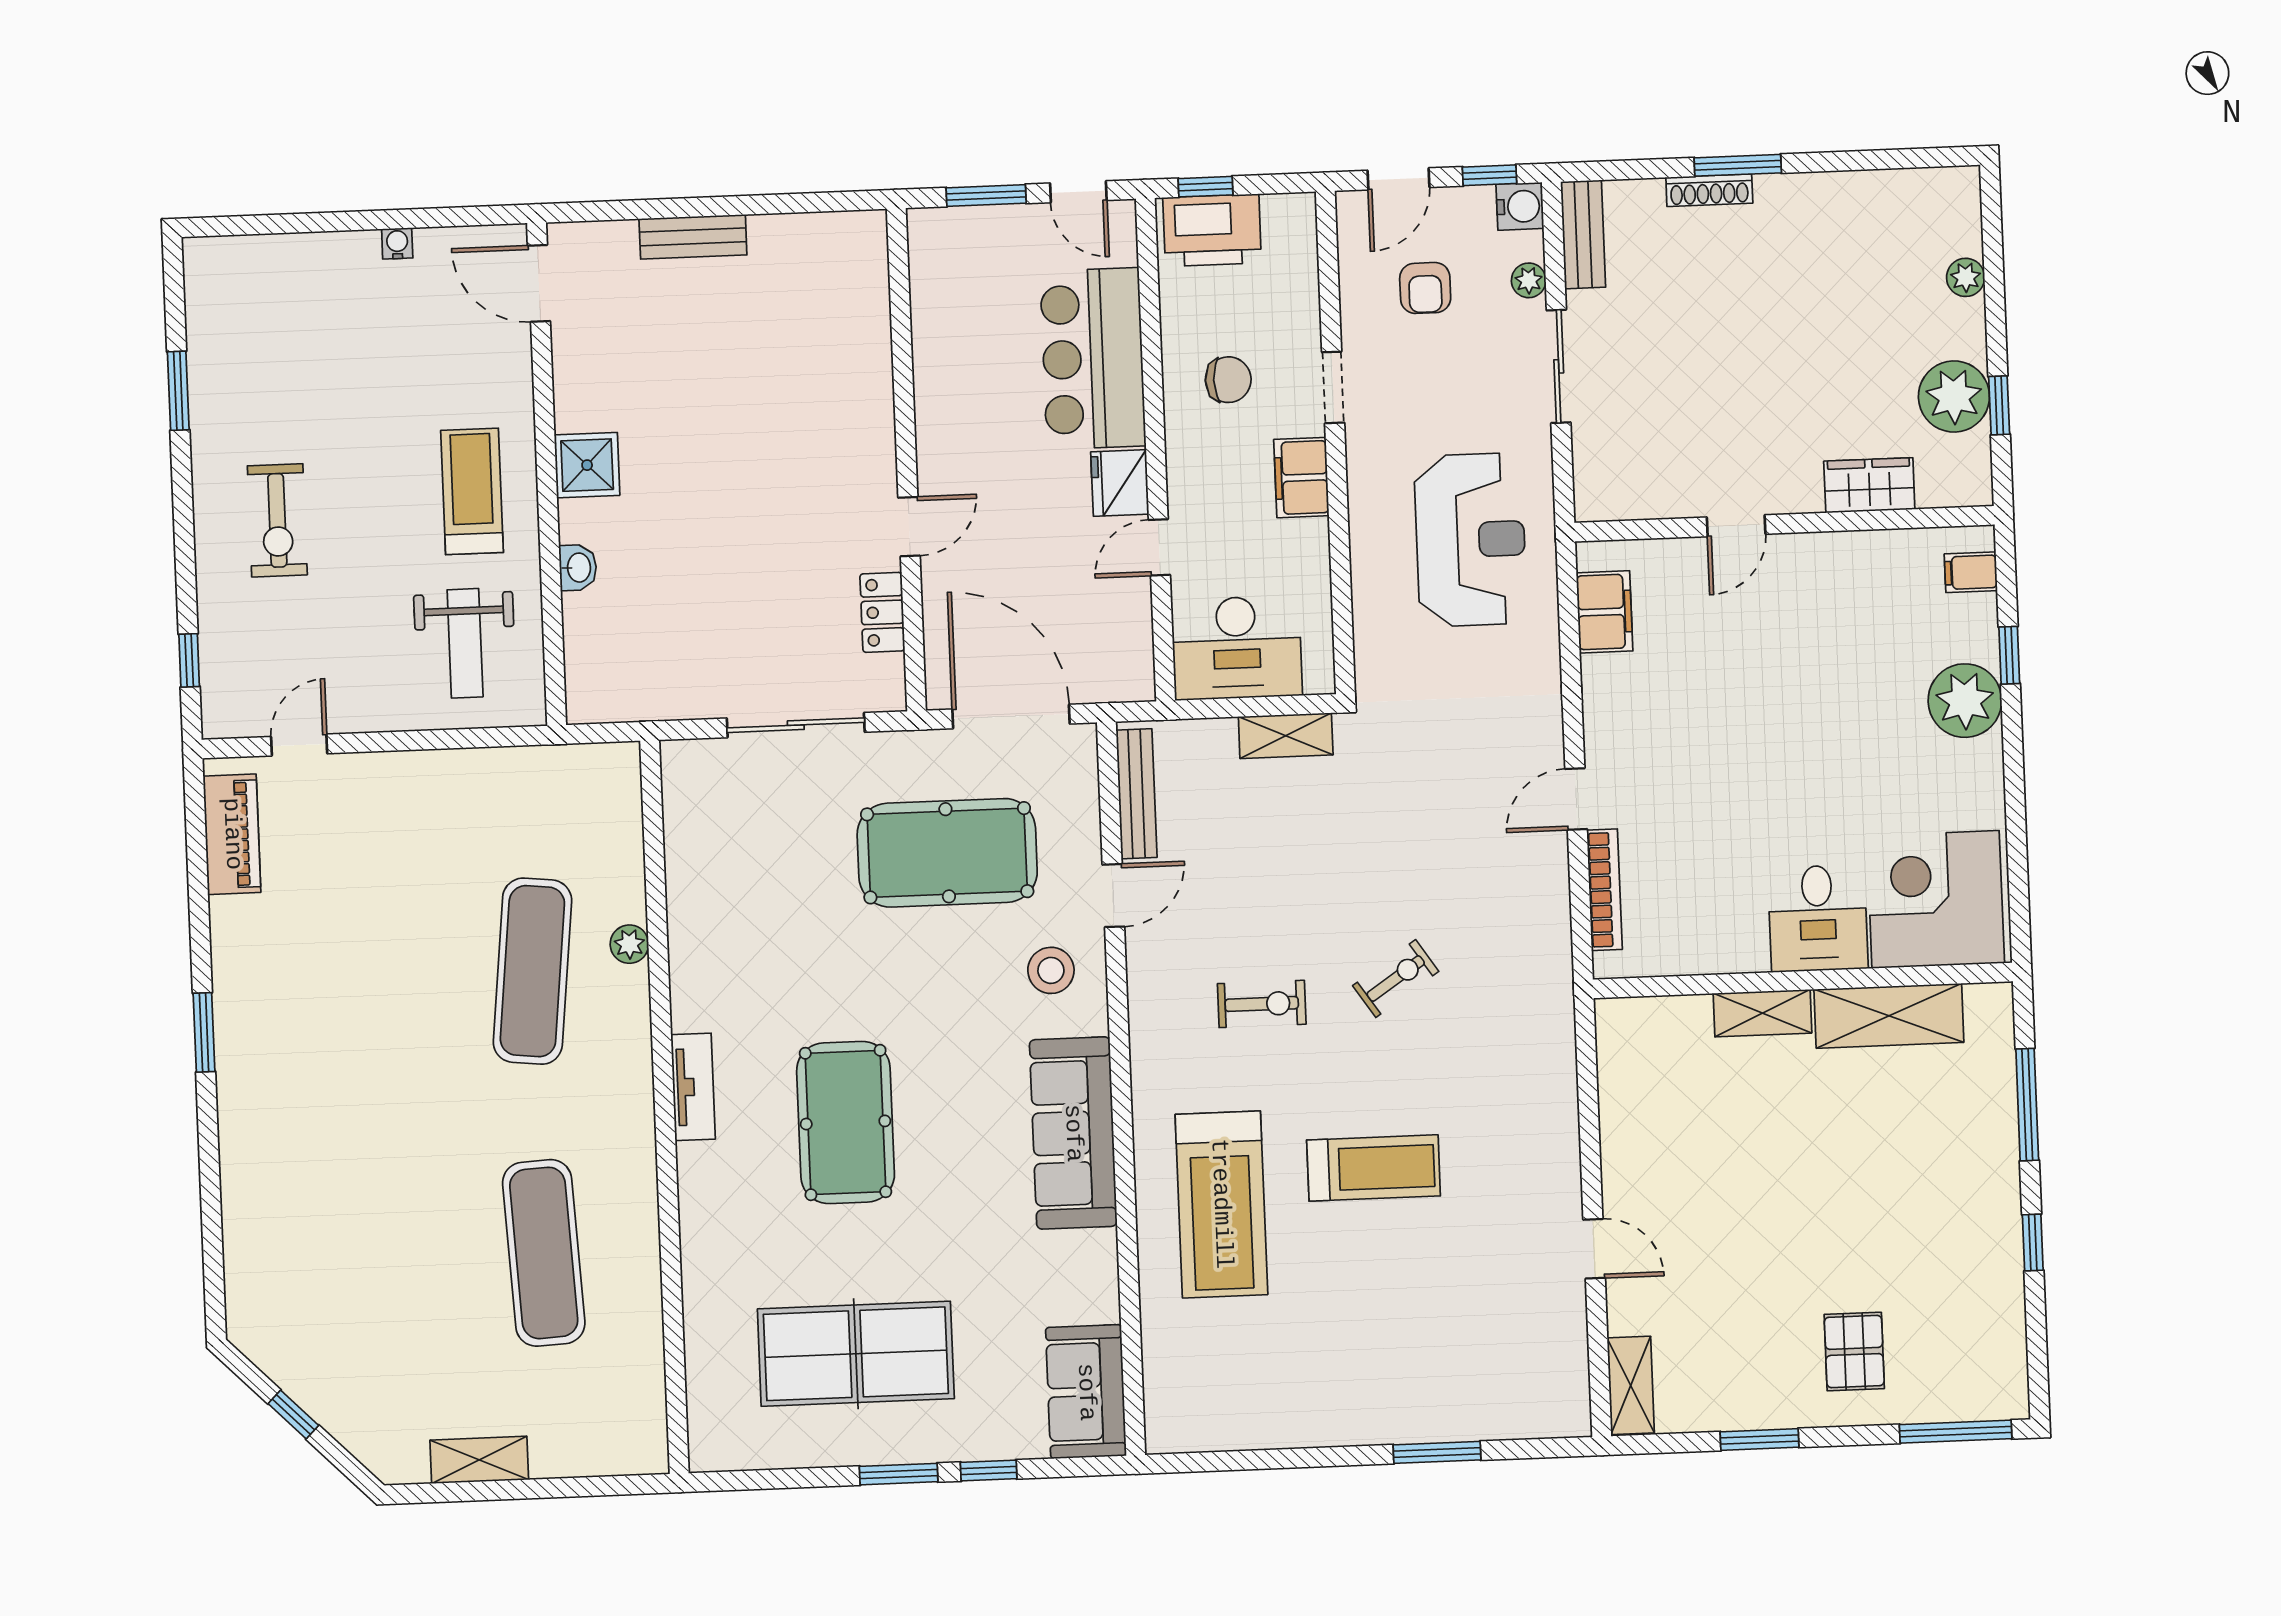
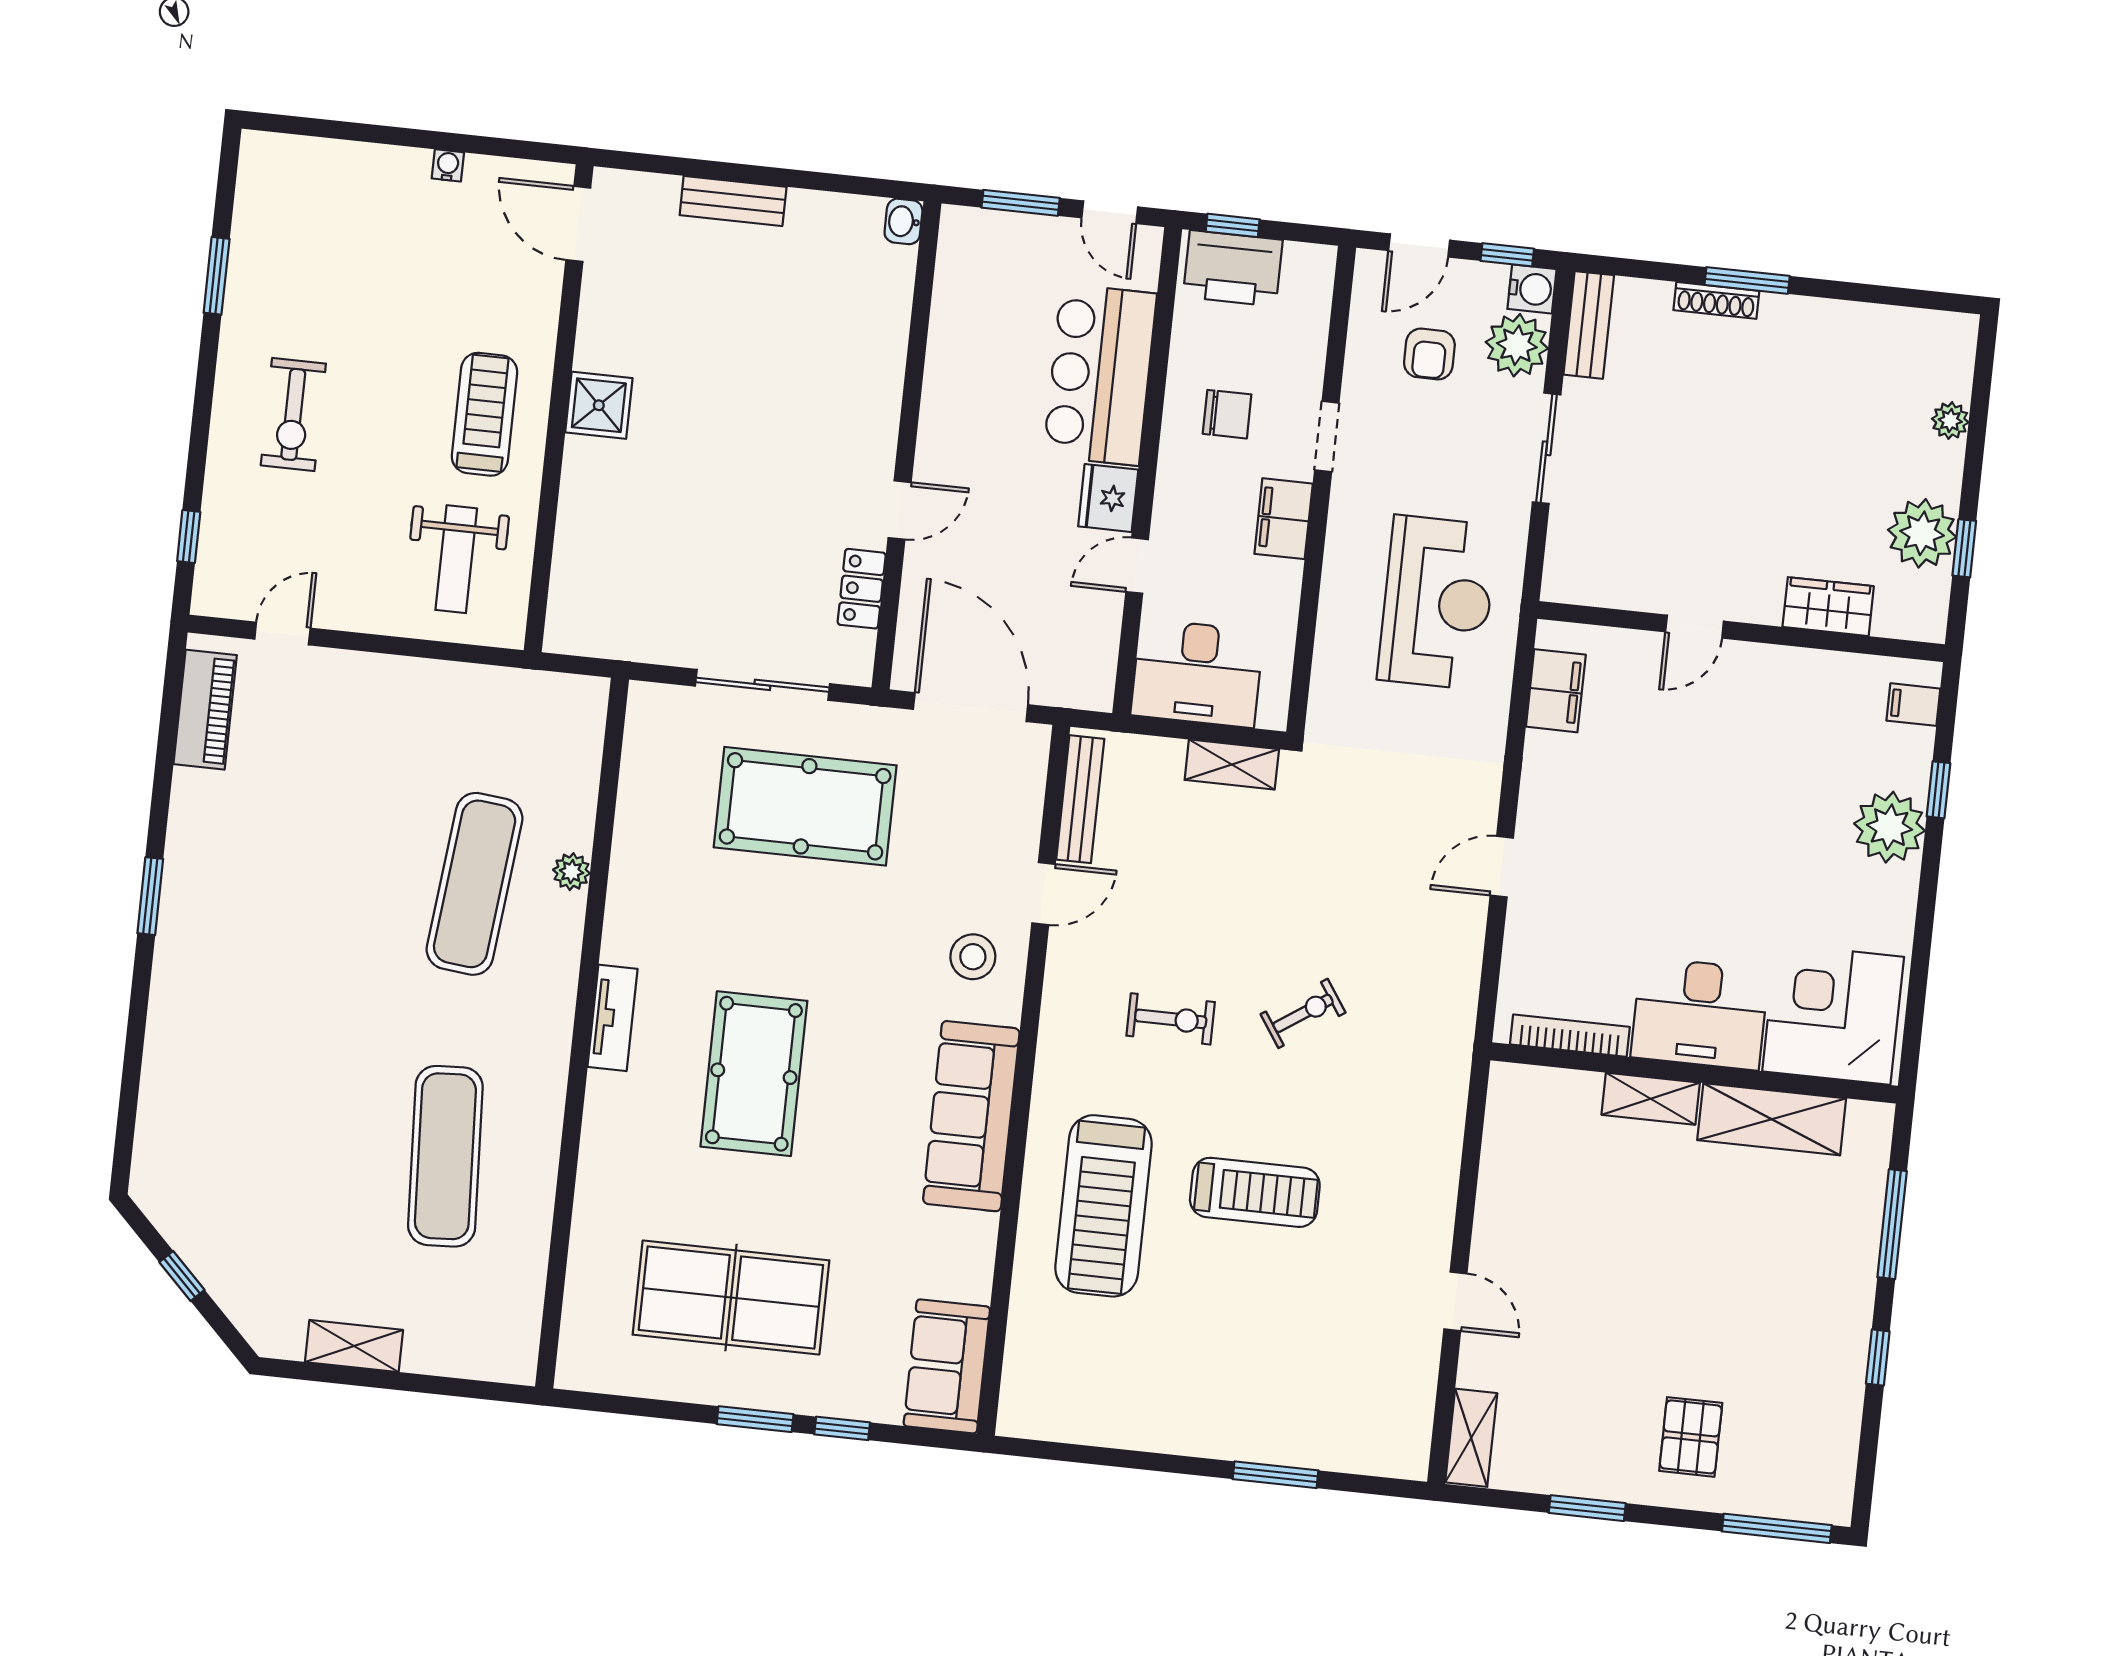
plant: (1529, 280) -> (1517, 345), width x1.87, depth x1.87
washbasin: (578, 568) -> (903, 221), moved, turned 180
pool table: (947, 853) -> (805, 806), moved
bookcase: (1604, 890) -> (1570, 1036), moved, turned -90
desk: (1818, 918) -> (1700, 1014), width x1.37

